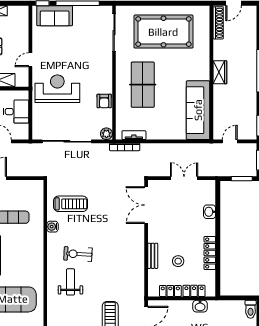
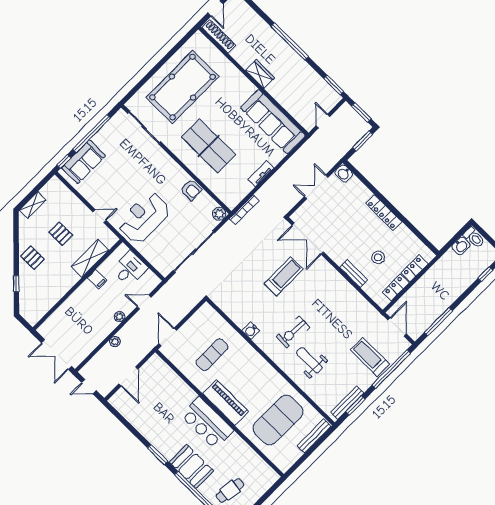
door: (30, 60) -> (99, 216), swing flipped
tv unit: (134, 135) -> (261, 174), moved
treadmill: (71, 204) -> (284, 276), moved
washbasin: (210, 212) -> (344, 173), moved
locker: (210, 253) -> (384, 213), moved
washbasin: (200, 306) -> (461, 246), moved

